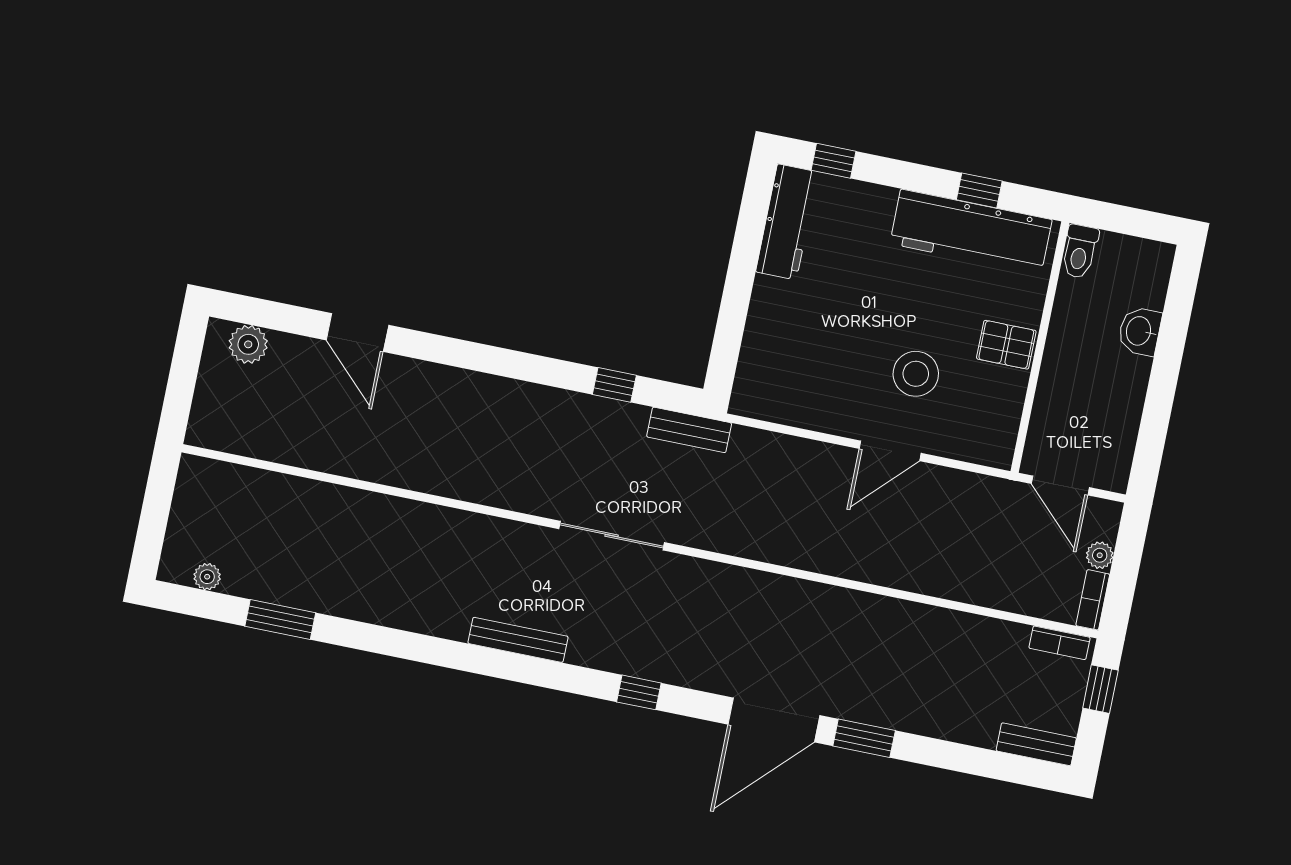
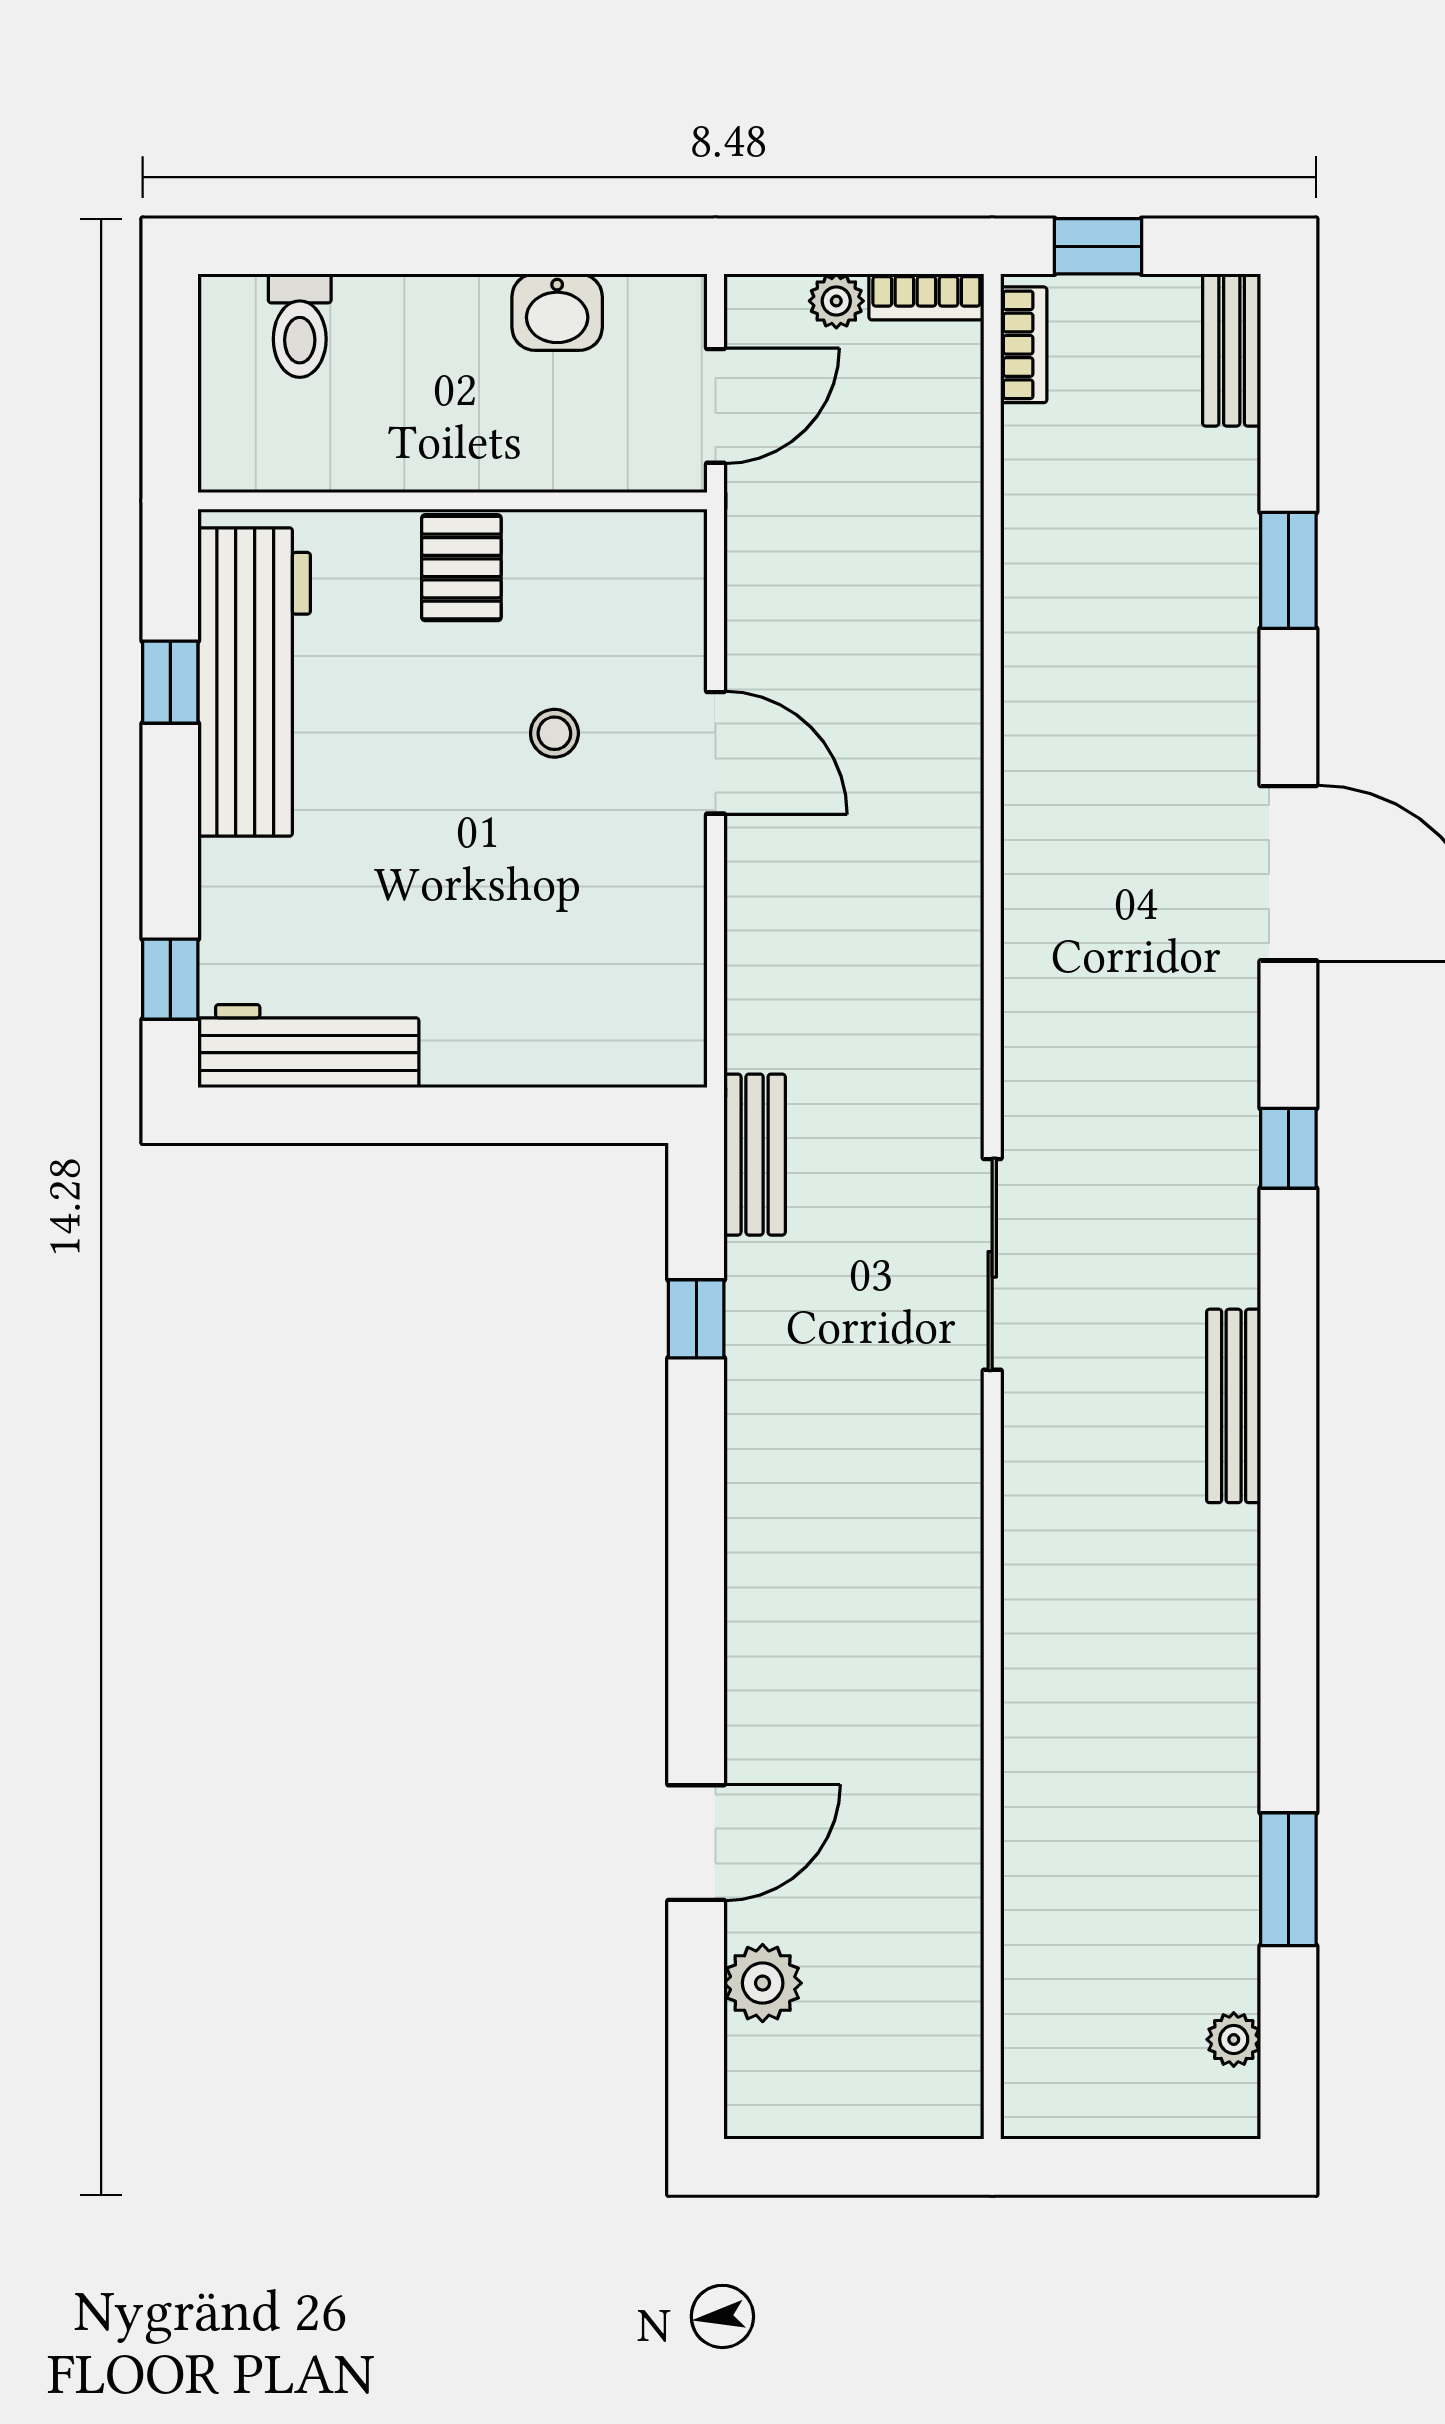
toilet: (1080, 251) -> (300, 326), moved, turned 90
washbasin: (1140, 331) -> (557, 312), moved
plant: (248, 344) -> (763, 1983), moved
stool: (916, 374) -> (554, 733), width x0.53, depth x0.53
window: (864, 738) -> (1288, 570), moved

